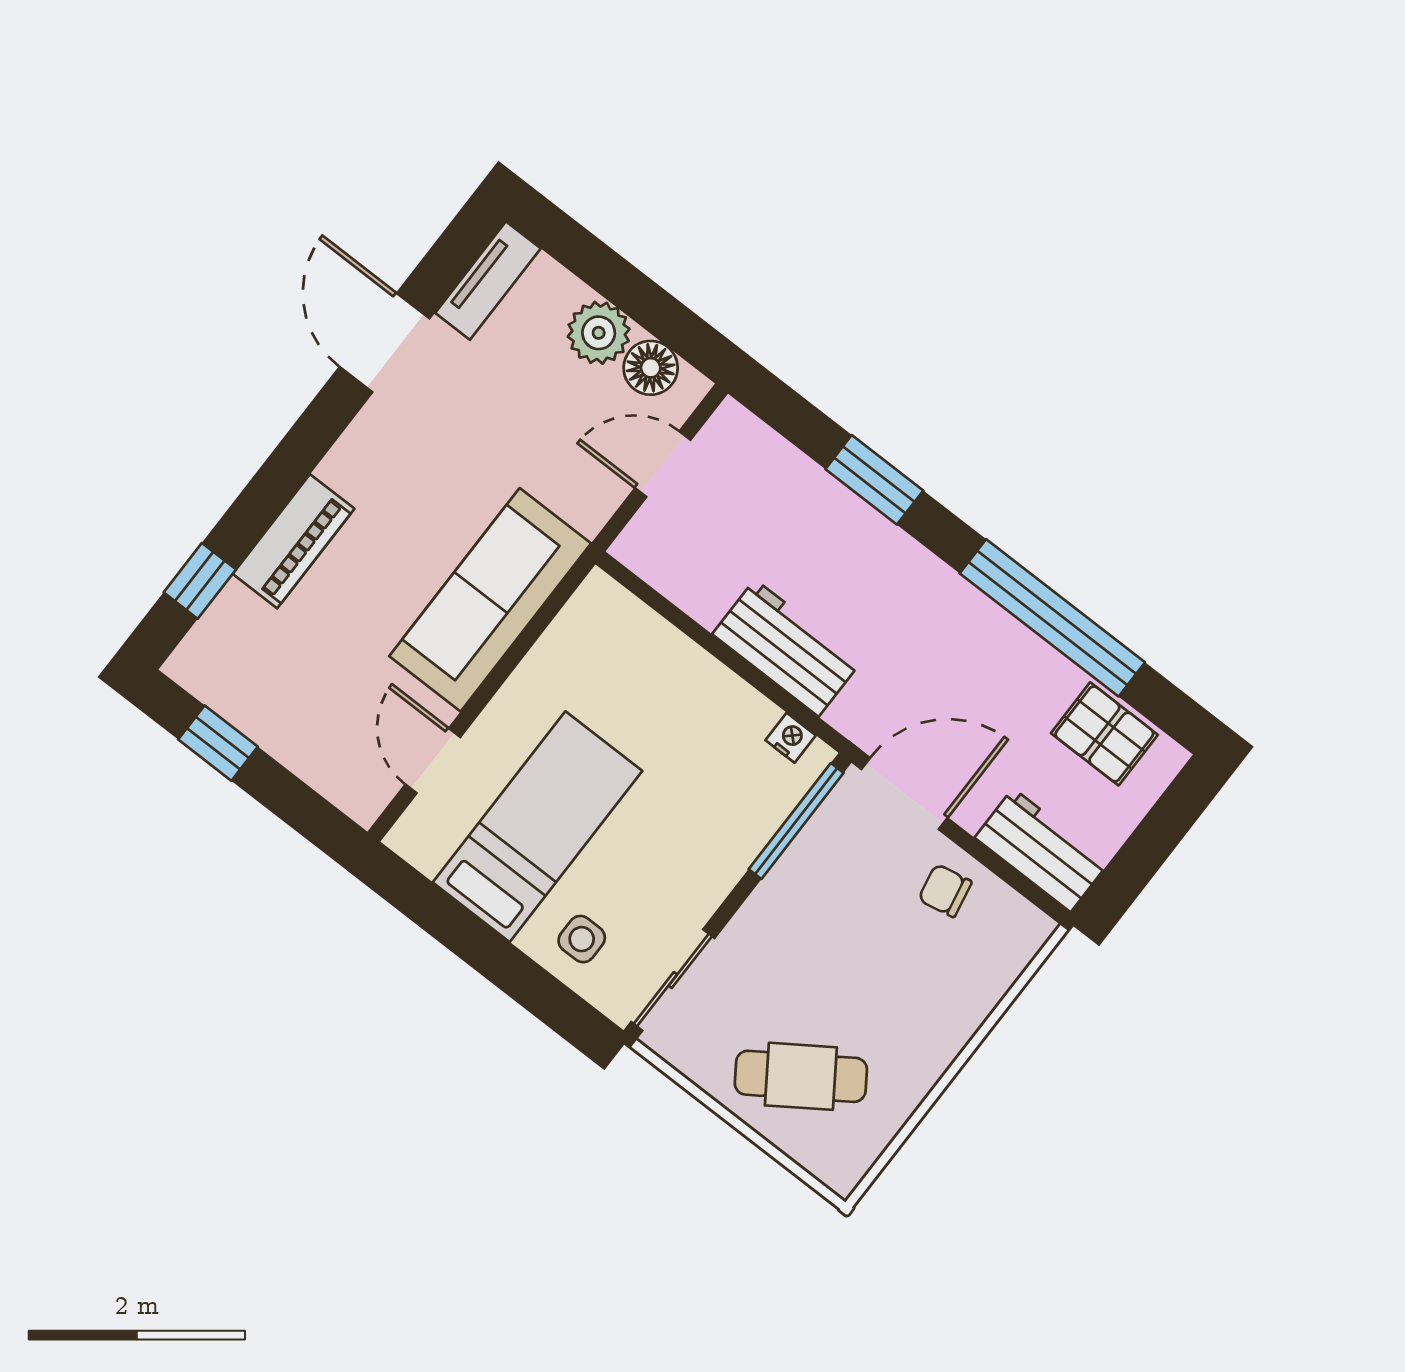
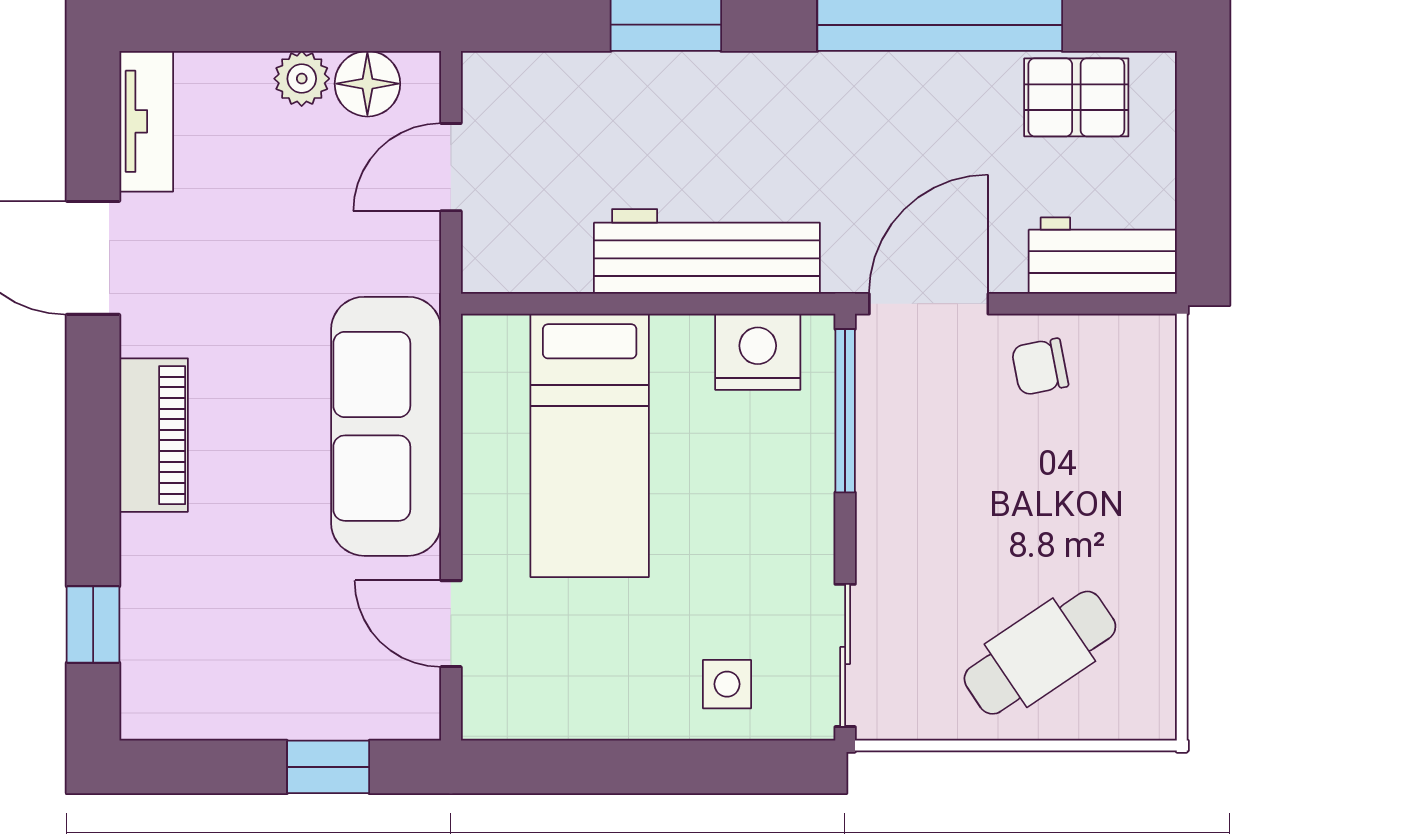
plant: (599, 333) -> (302, 79), width x0.73, depth x0.73
piano: (294, 541) -> (154, 435), moved
workbench: (787, 648) -> (707, 252), width x1.38
nightstand: (791, 738) -> (758, 352), width x1.89, depth x1.79
window: (218, 743) -> (328, 767), moved
bed: (538, 827) -> (590, 445), moved, turned 180

